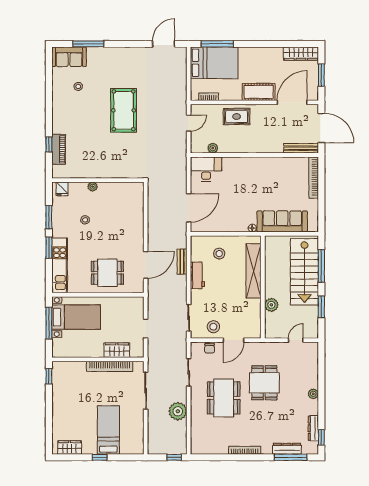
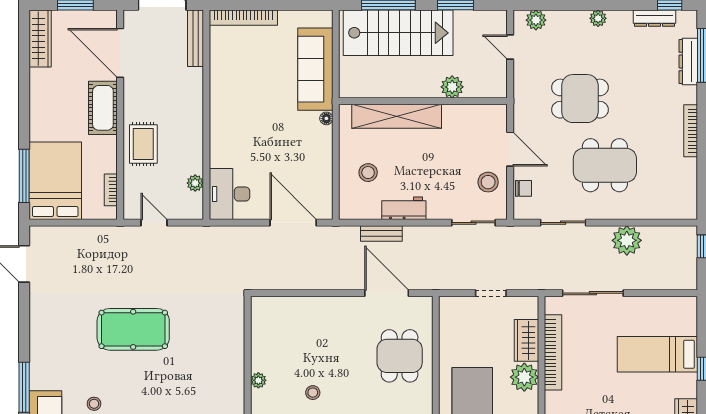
plant: (94, 349) -> (524, 377), added
plant: (312, 356) -> (536, 20), added

